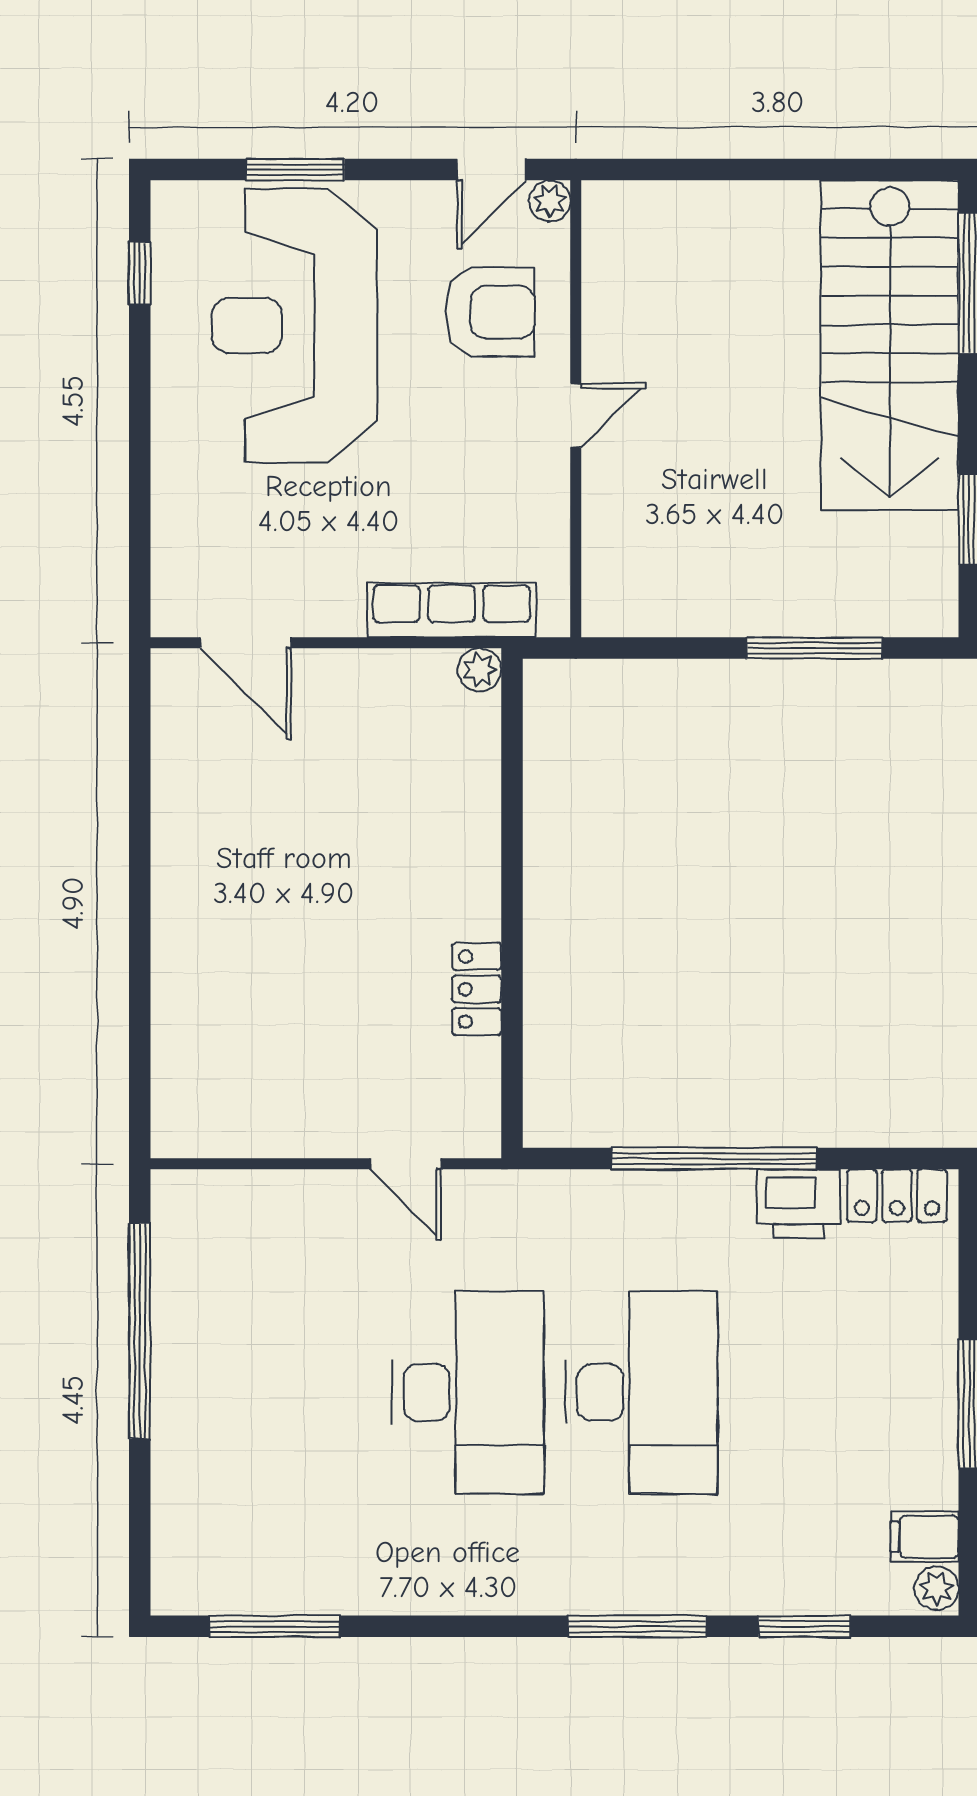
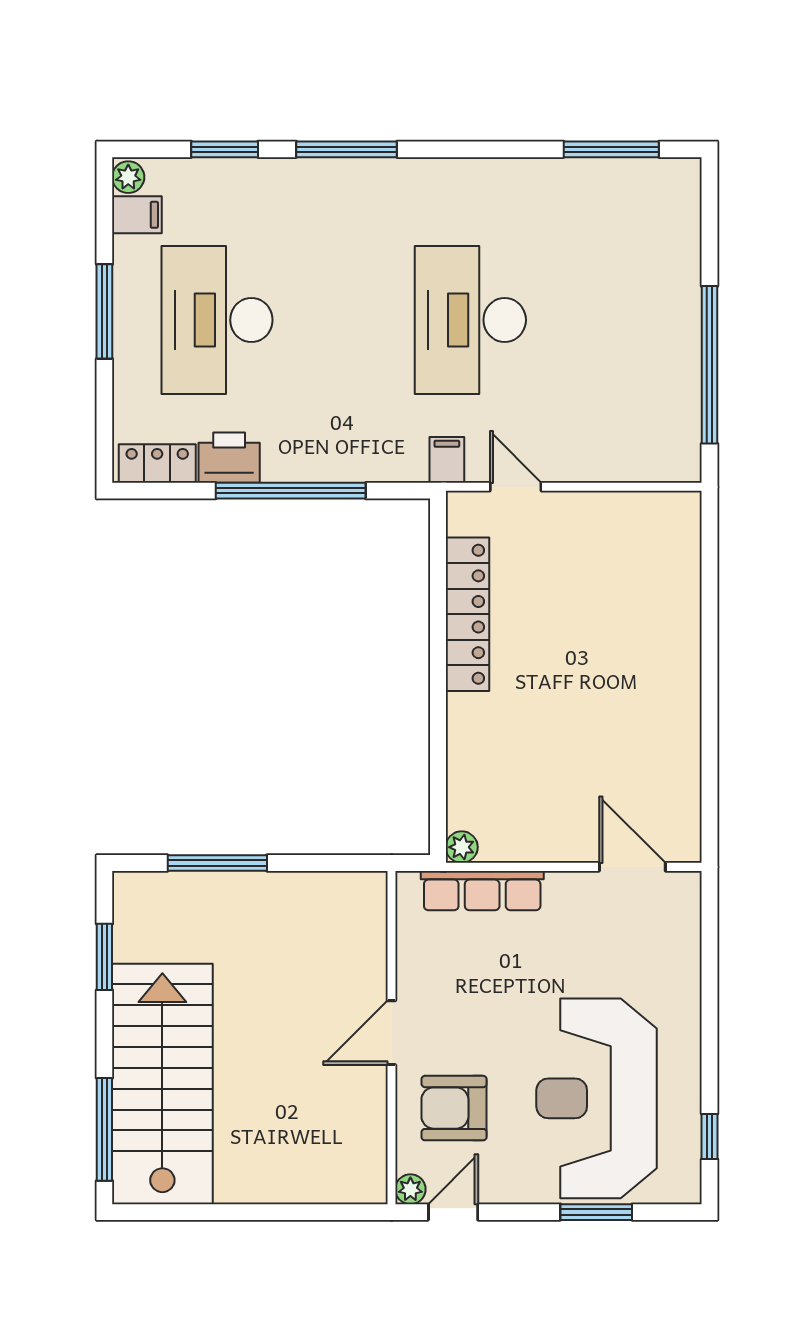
reception desk: (295, 325) -> (596, 1098), turned 180
door: (576, 415) -> (391, 1033), width x1.38
locker: (477, 989) -> (467, 614), width x2.16, depth x1.21
filing cabinet: (500, 1201) -> (447, 460), added
desk: (641, 1392) -> (217, 320), moved

